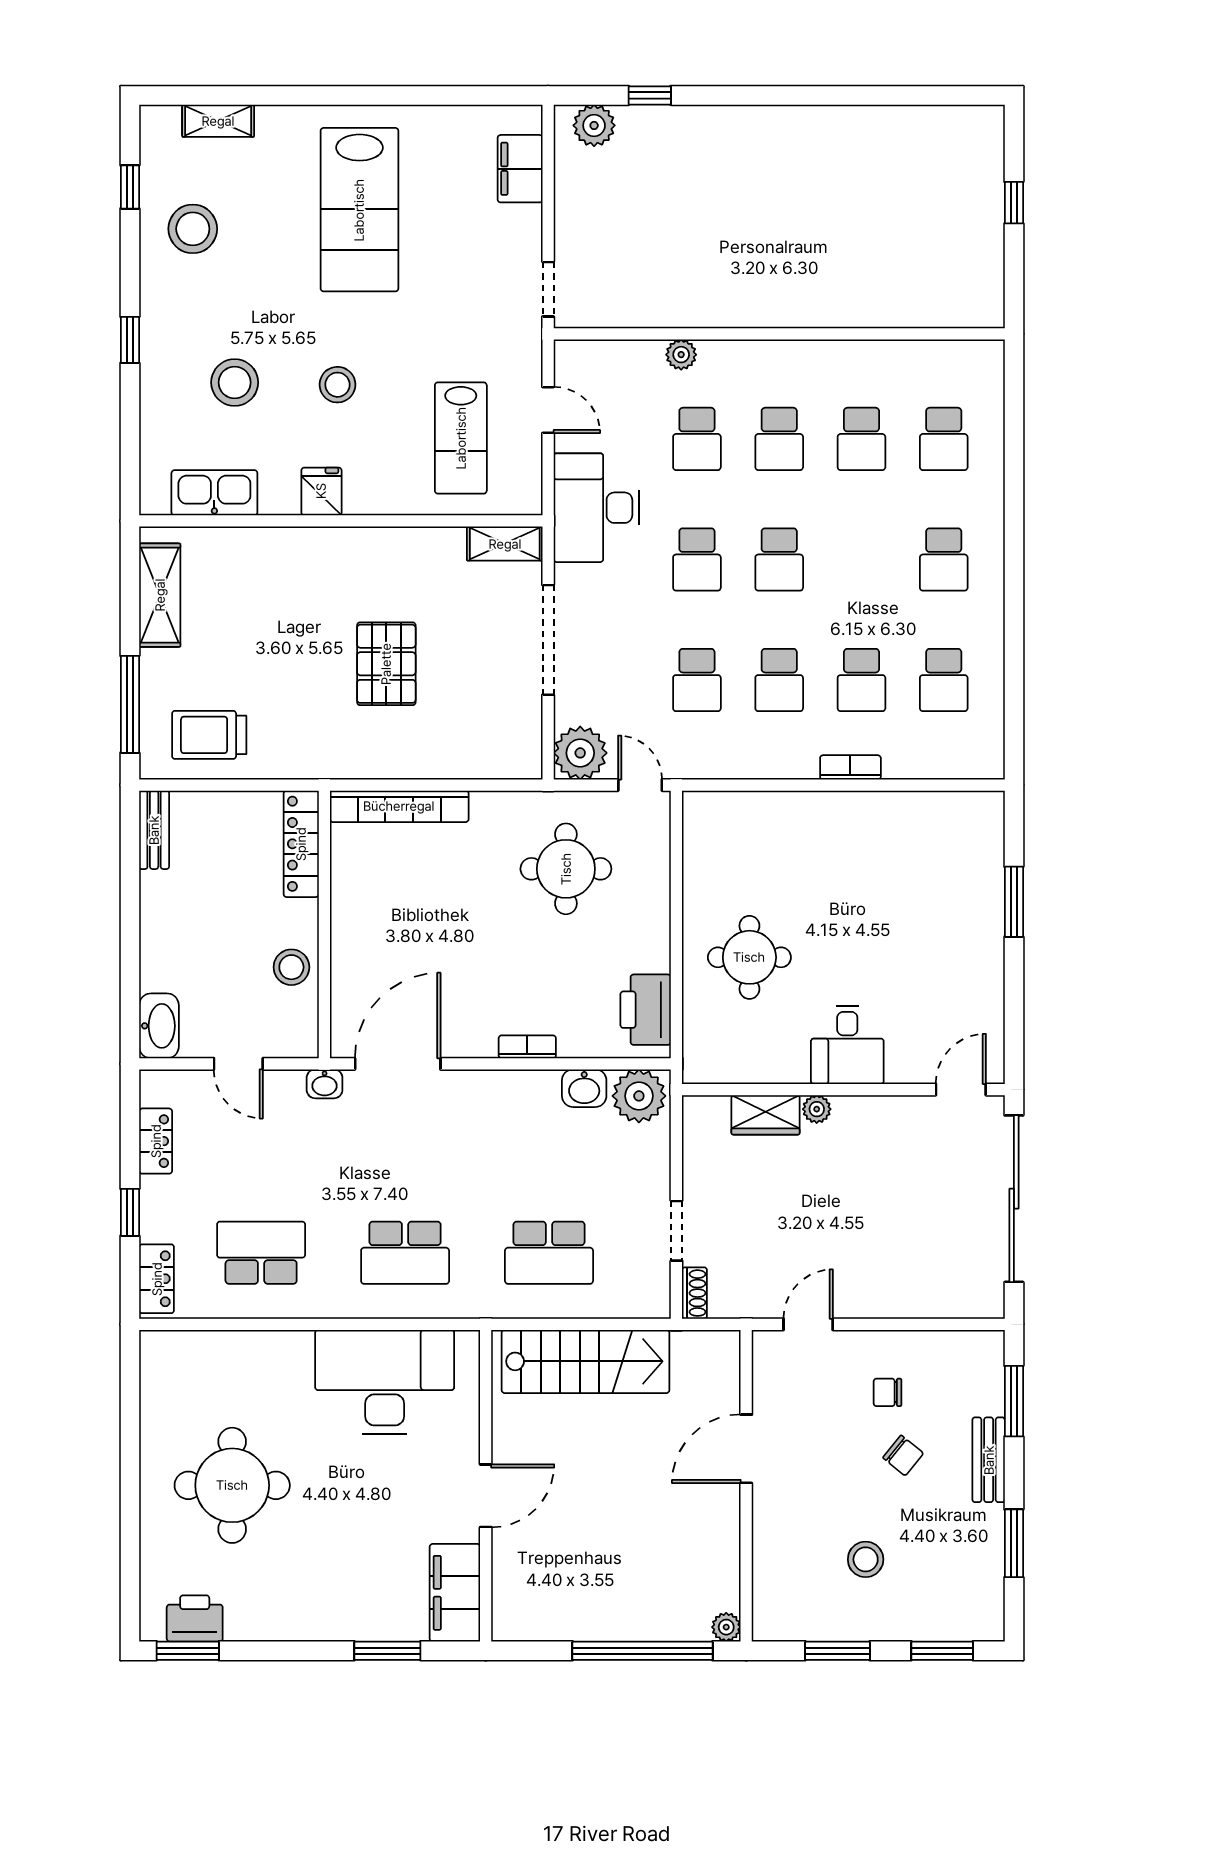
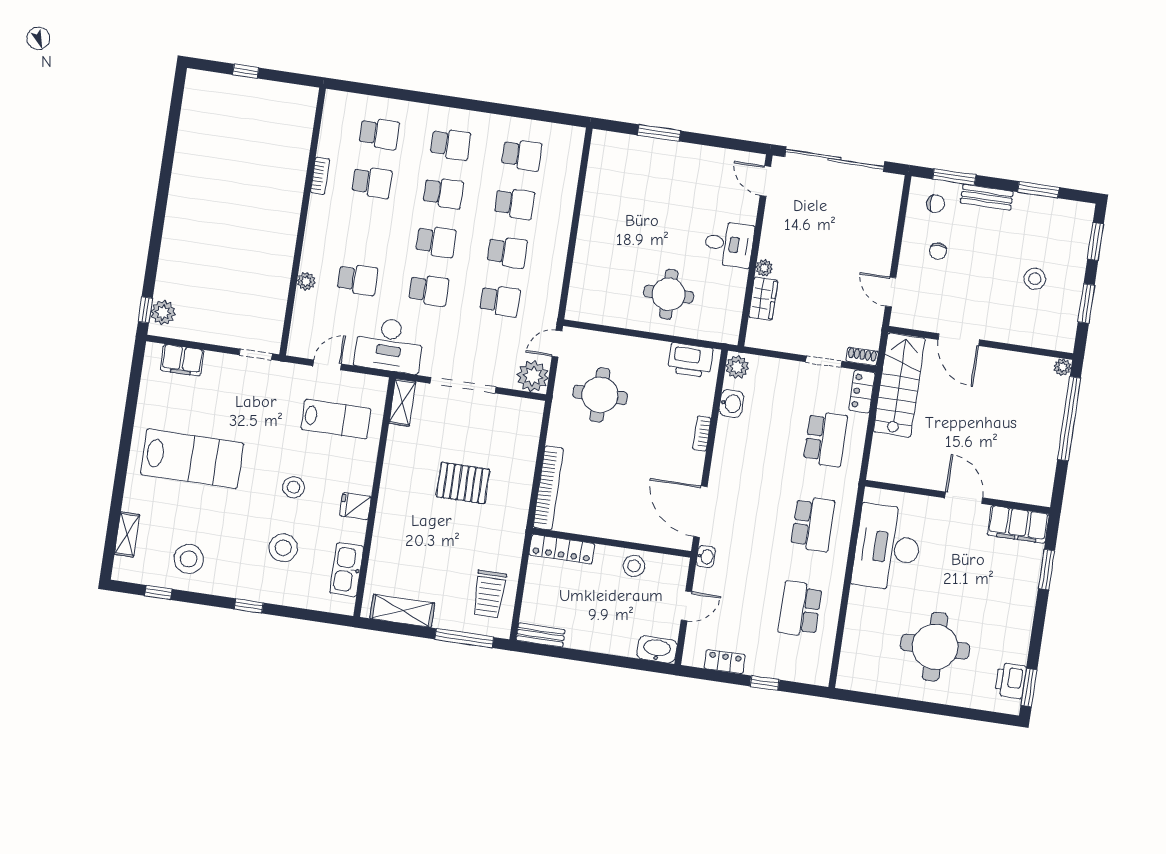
window: (650, 95) -> (145, 310), moved
school desk: (779, 439) -> (443, 193), moved
bookcase: (850, 767) -> (320, 176), moved, turned 180
plant: (639, 1096) -> (737, 367), width x0.73, depth x0.73
locker: (157, 1279) -> (862, 391), moved, turned -90
stairs: (586, 1361) -> (899, 385), moved
chair: (903, 1455) -> (936, 204), moved, turned 51

